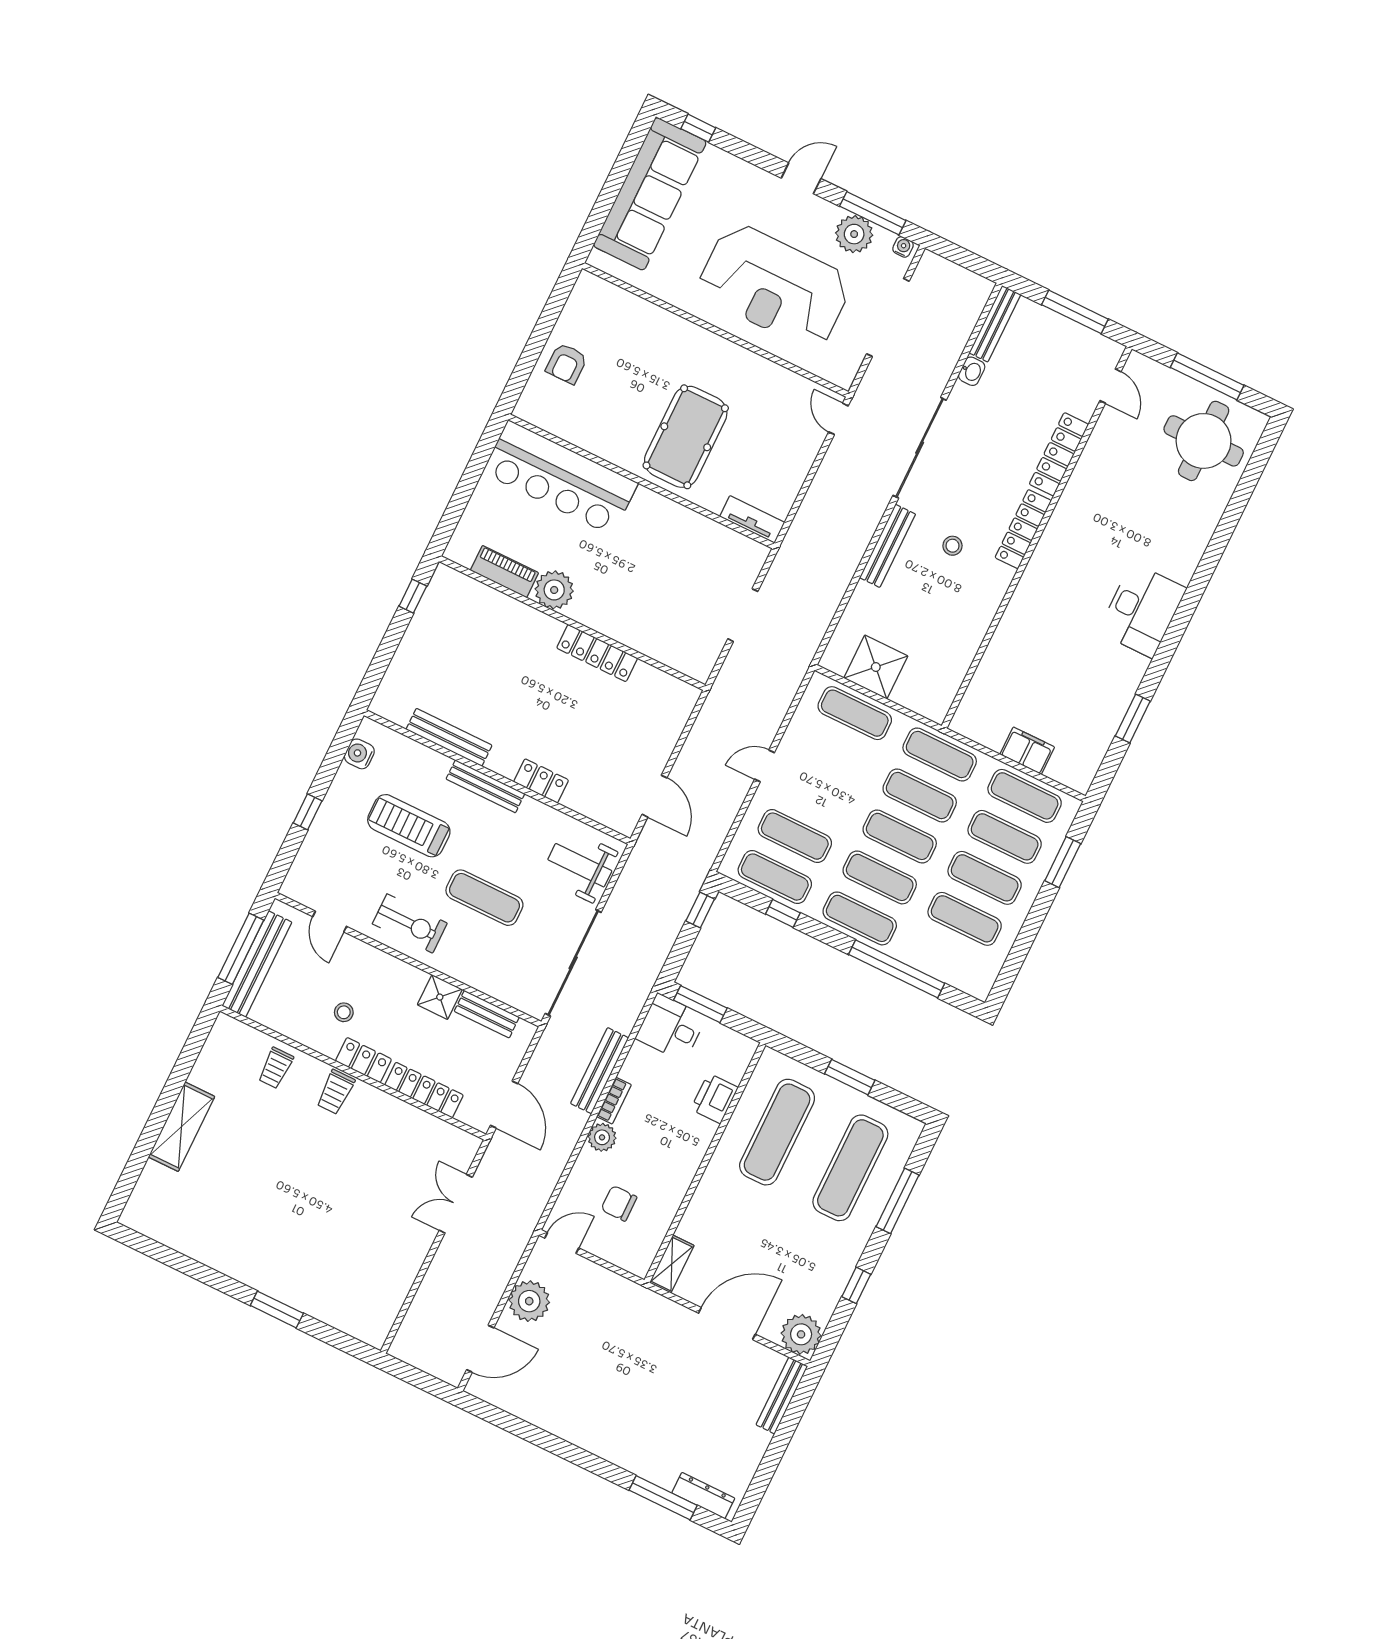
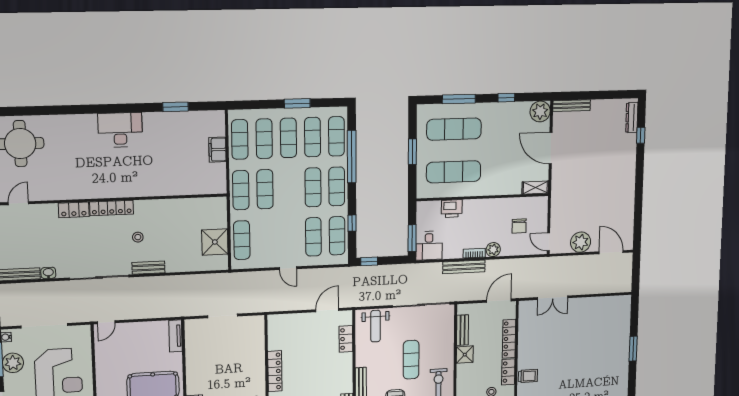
locker: (1059, 454) -> (74, 210), width x0.66
bench: (888, 546) -> (148, 268), width x0.73
locker: (541, 781) -> (346, 339), moved
exercise mat: (900, 836) -> (336, 136), moved
window: (1063, 862) -> (297, 103), moved
window: (663, 1498) -> (641, 135), width x0.46

